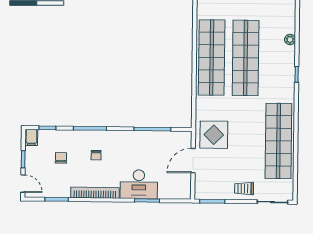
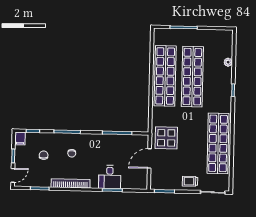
door: (23, 184) -> (13, 175), hinge flipped
desk: (139, 184) -> (110, 177), width x0.73

